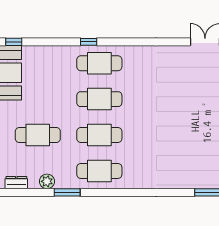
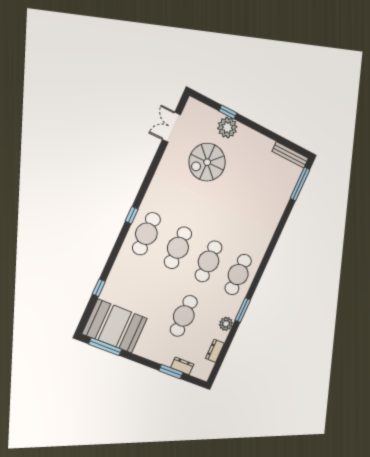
window: (14, 42) -> (99, 288), moved
window: (89, 42) -> (132, 215), moved
spiral stairs: (190, 90) -> (207, 162), added

